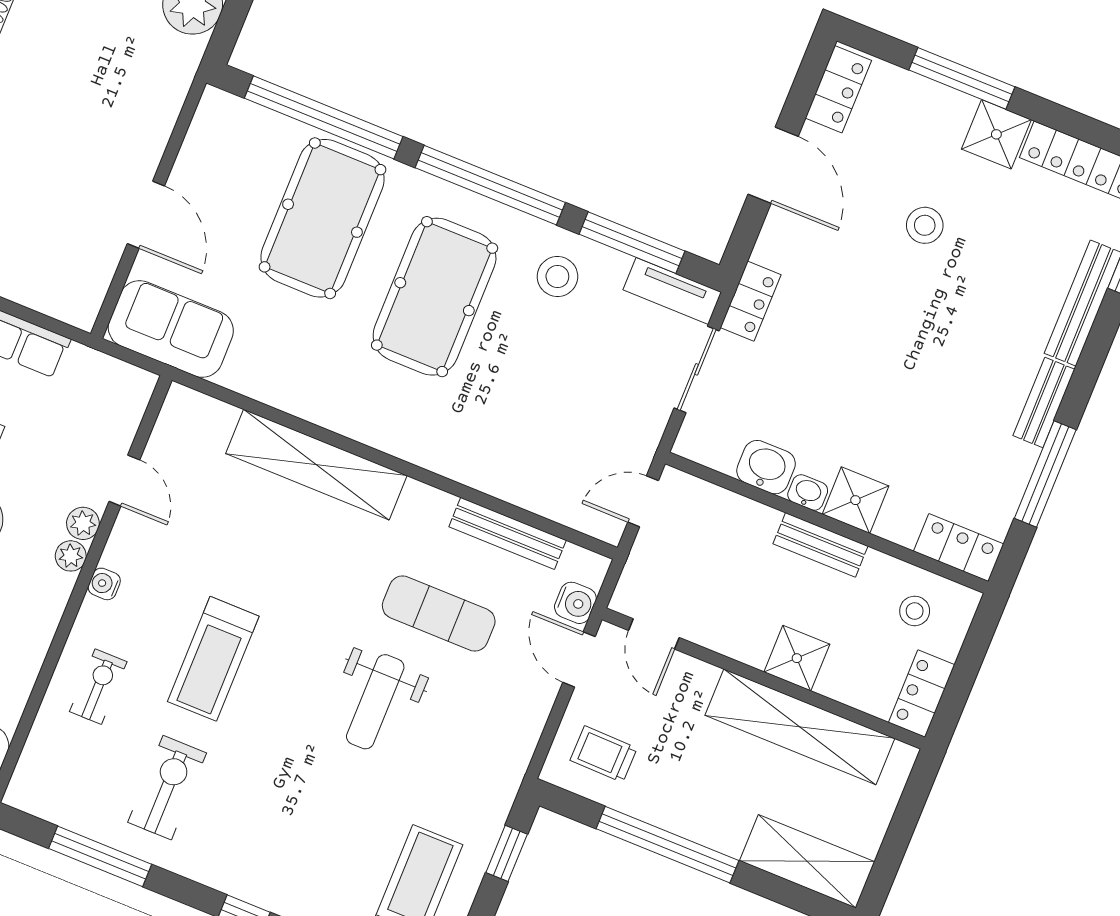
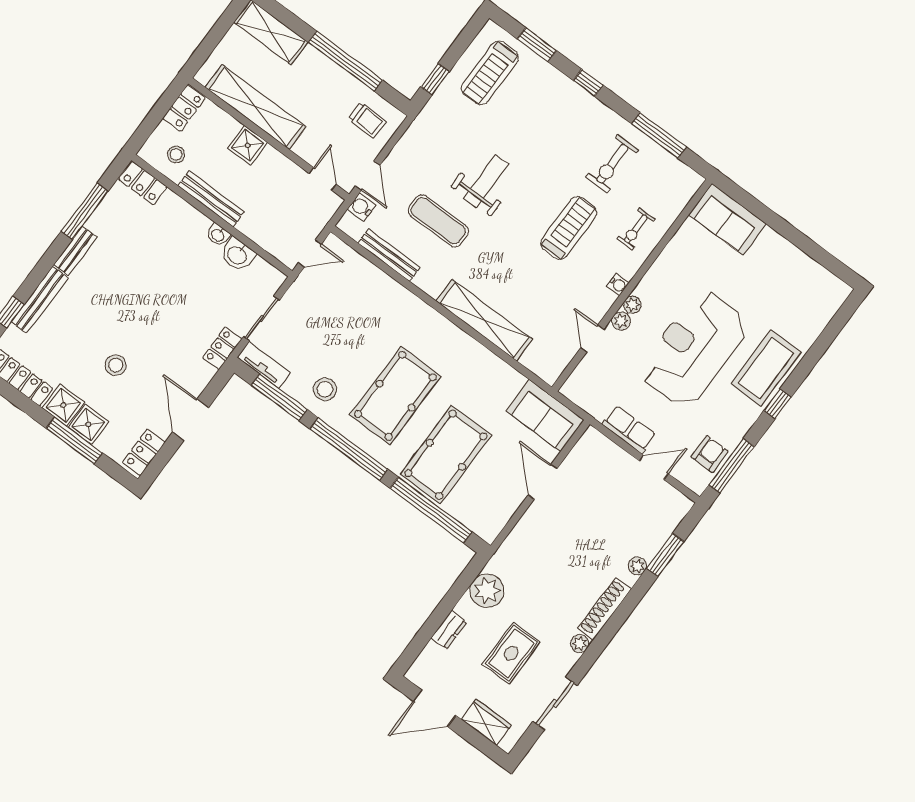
shower: (855, 500) -> (88, 424), moved
bench: (820, 545) -> (211, 199), width x1.36

